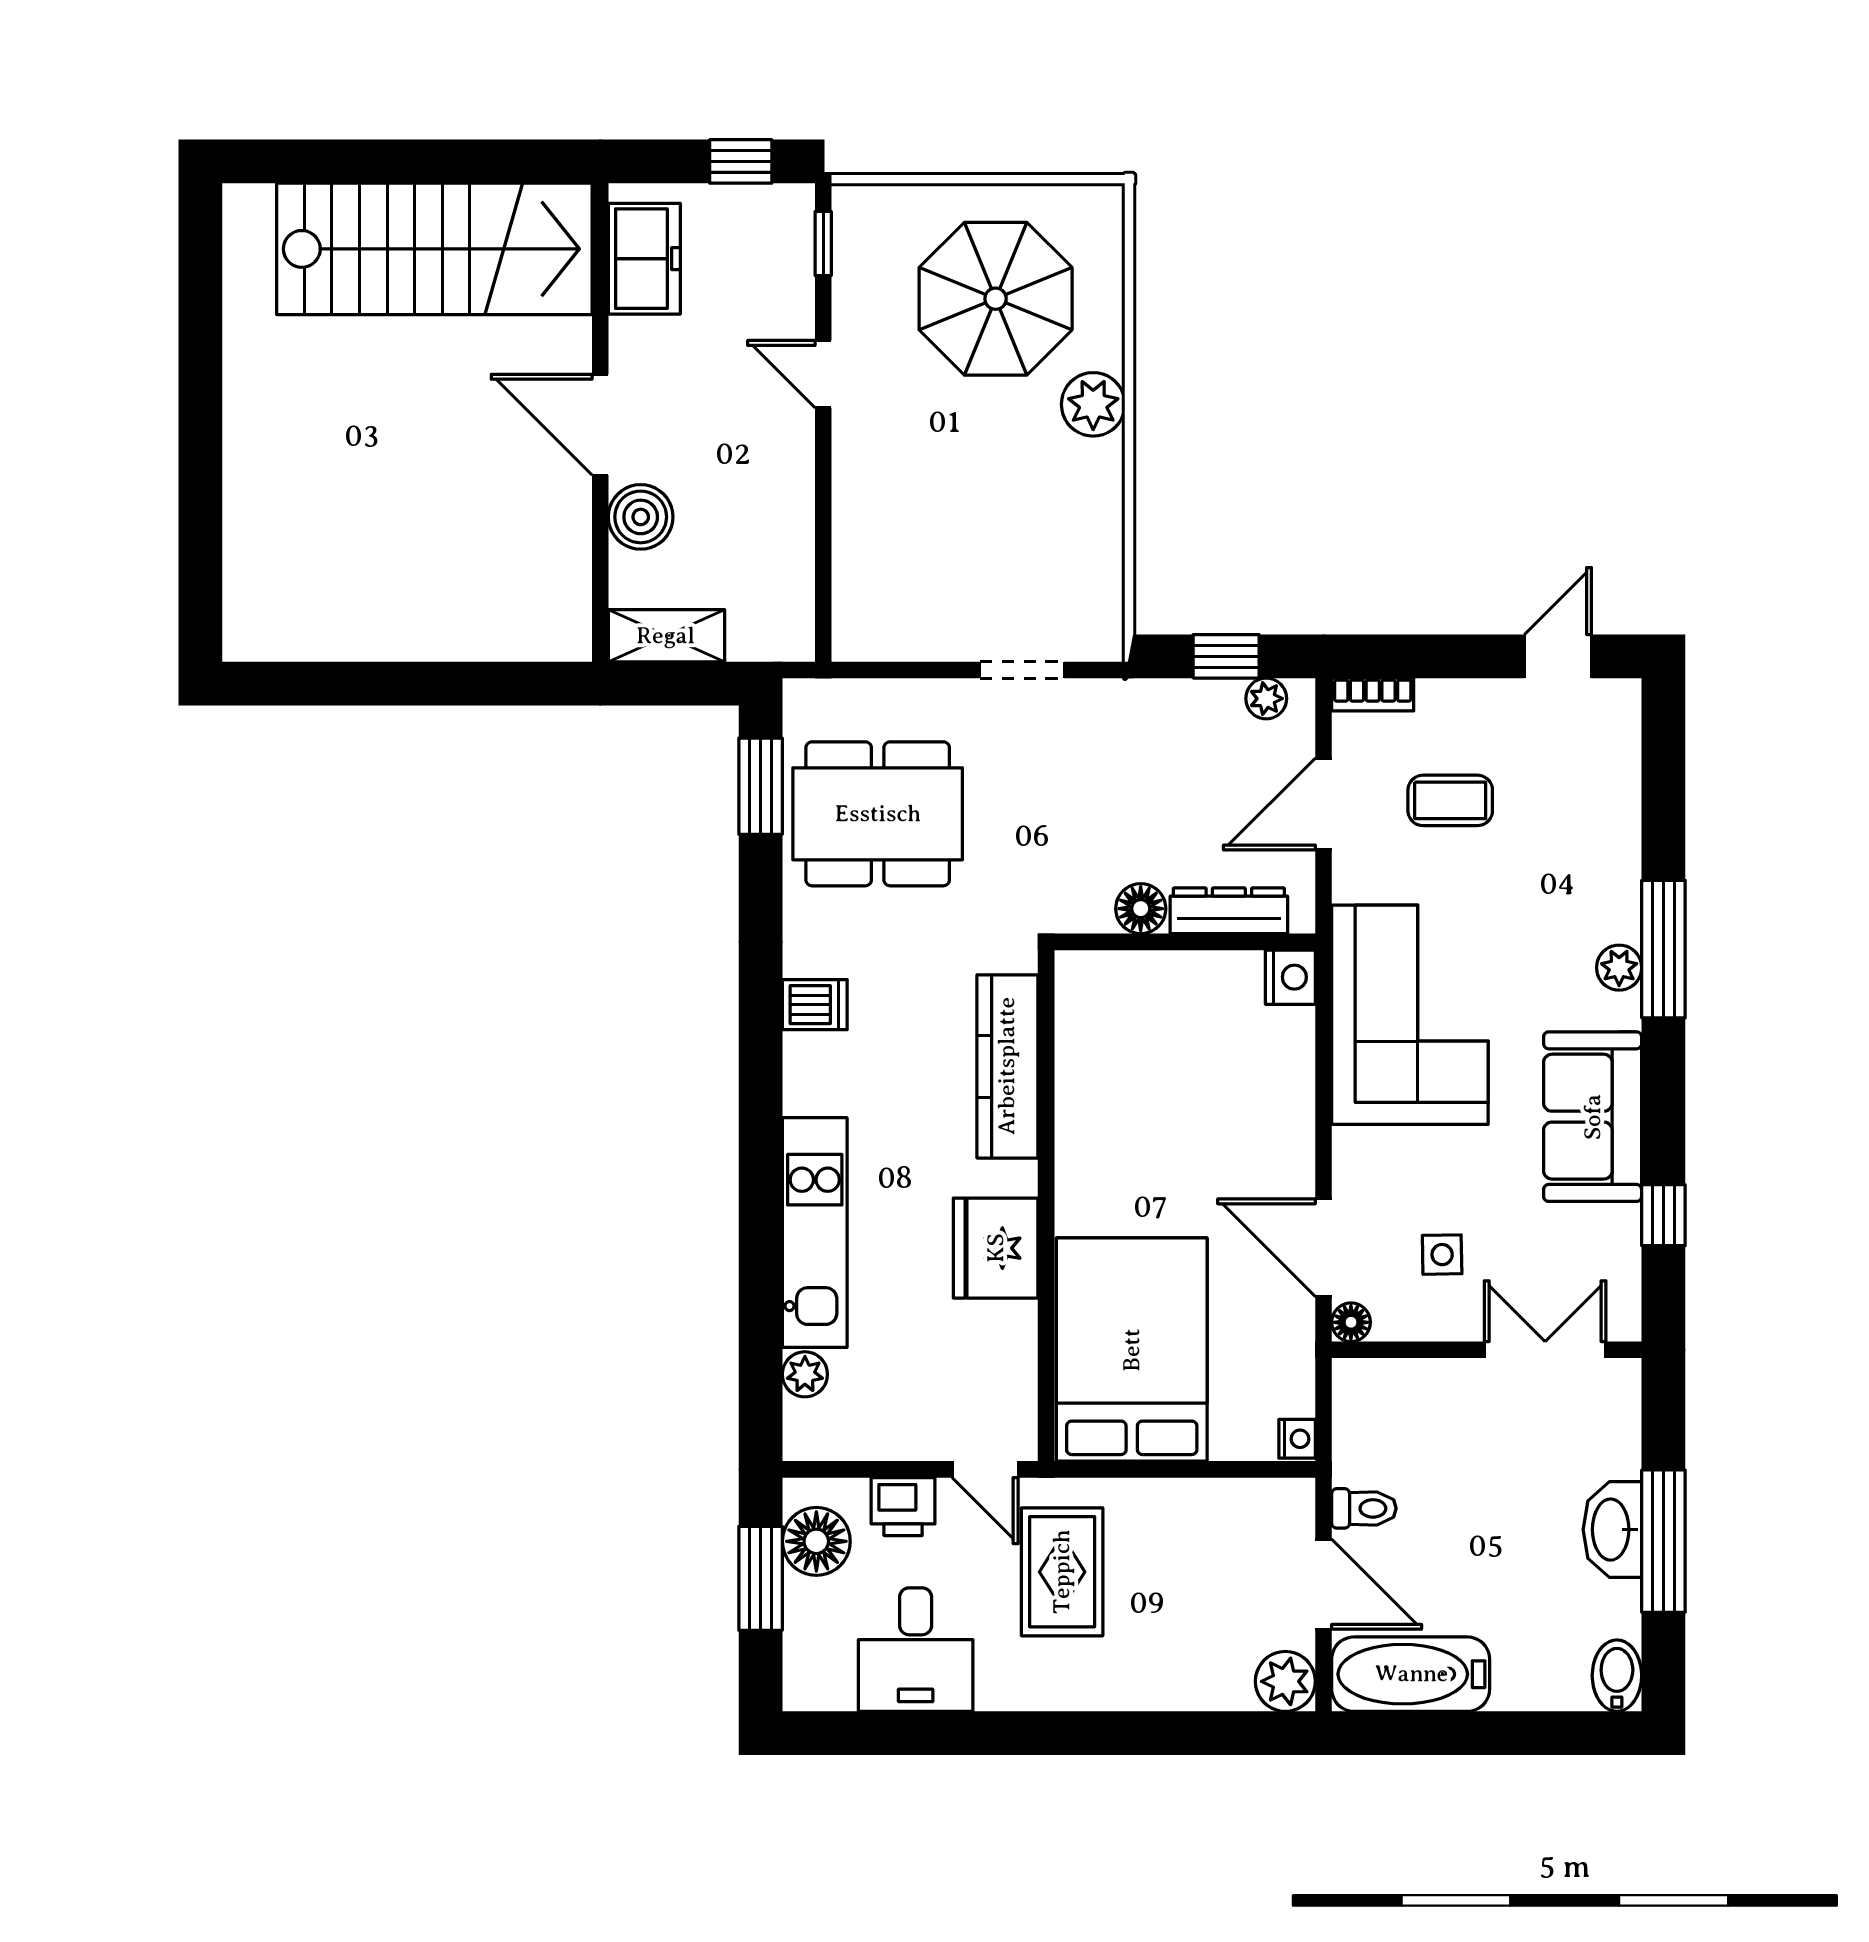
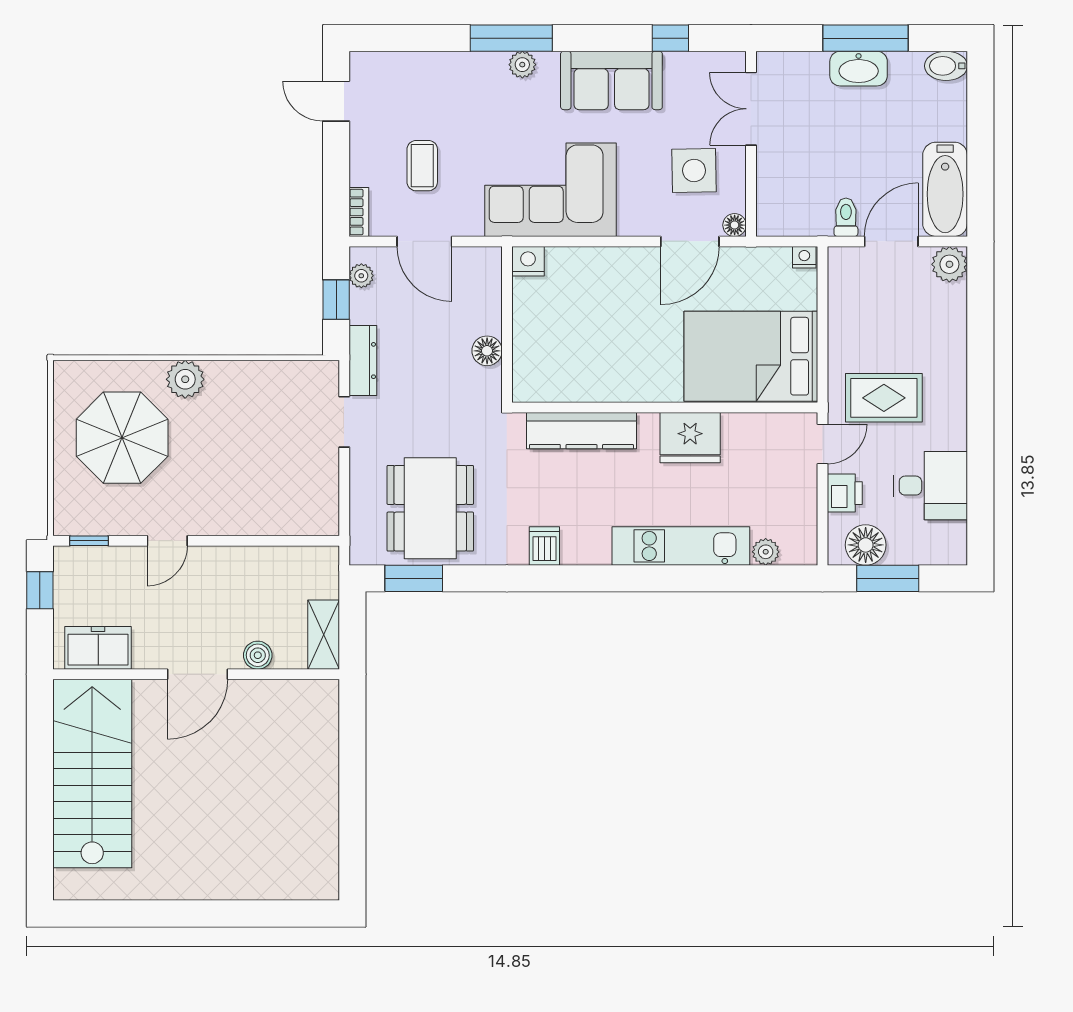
boiler: (641, 517) -> (258, 655), width x0.73, depth x0.73
dresser: (1229, 911) -> (363, 361), moved, turned 180
side table: (1442, 1255) -> (694, 170), width x1.87, depth x1.87

